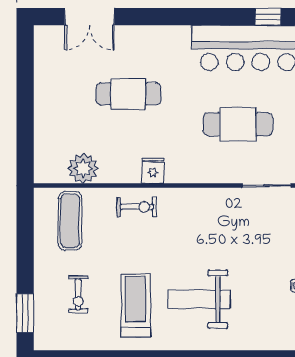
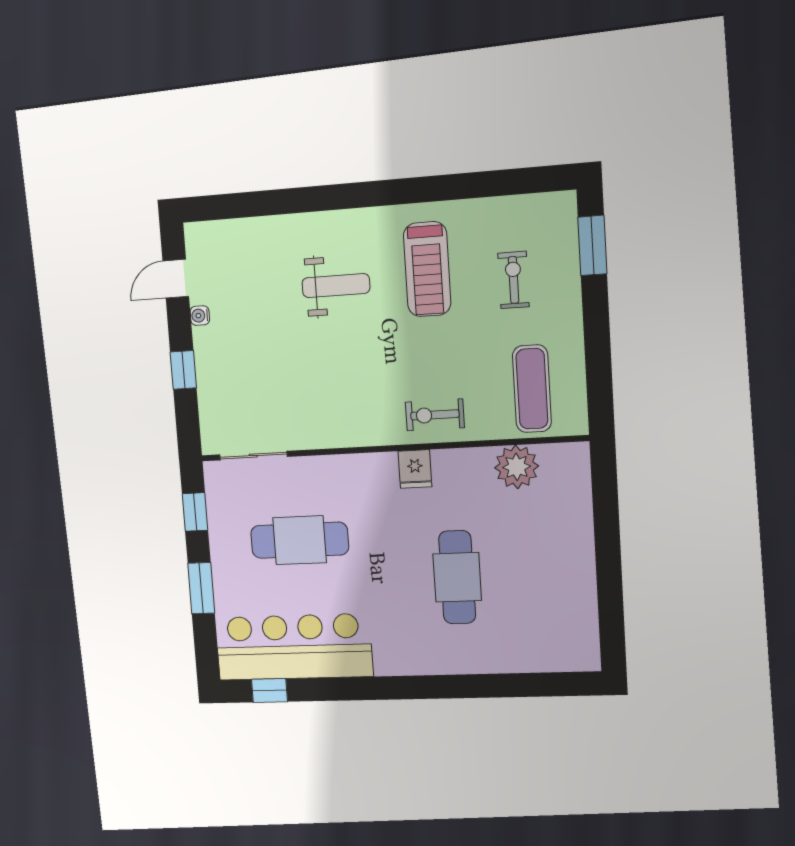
double door: (89, 17) -> (520, 685), removed
cafe table: (128, 94) -> (457, 577), turned 90
weight bench: (199, 299) -> (336, 286), width x0.73, depth x0.75

